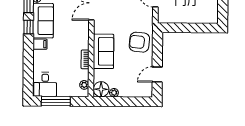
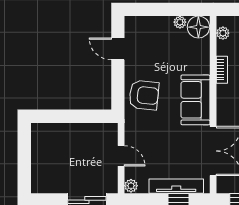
sofa: (103, 51) -> (195, 100), moved
door: (157, 74) -> (118, 49), swing flipped

